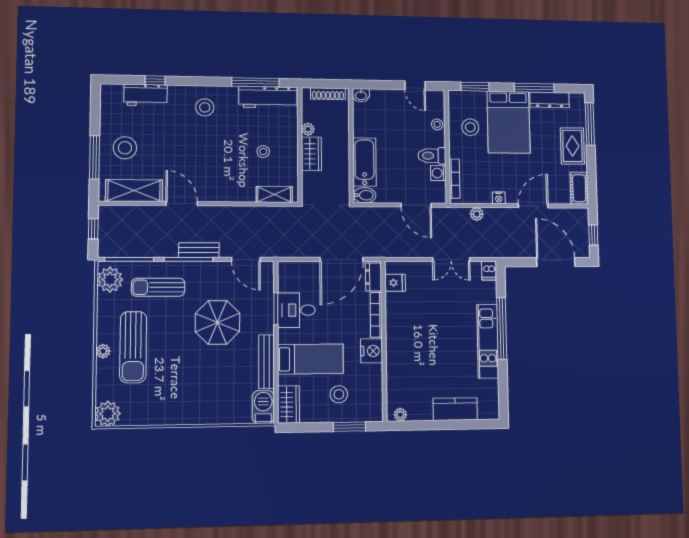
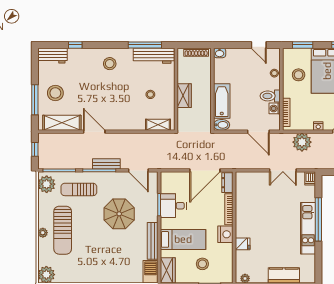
workbench: (146, 95) -> (53, 56), moved
plant: (308, 129) -> (182, 78), removed
plant: (477, 214) -> (302, 142), width x1.88, depth x1.88
fridge: (395, 283) -> (243, 244), moved

